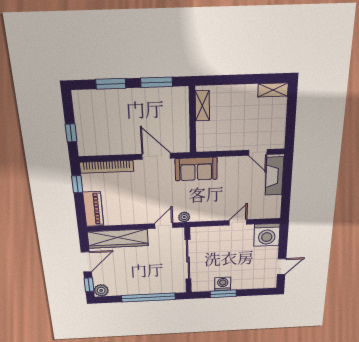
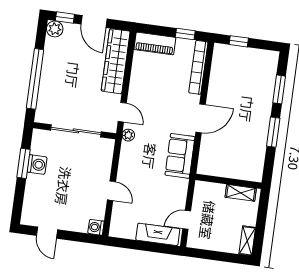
shelving: (202, 106) -> (241, 193), moved
wall: (192, 120) -> (228, 181), moved
washing machine: (267, 235) -> (96, 227), width x0.53, depth x0.53

